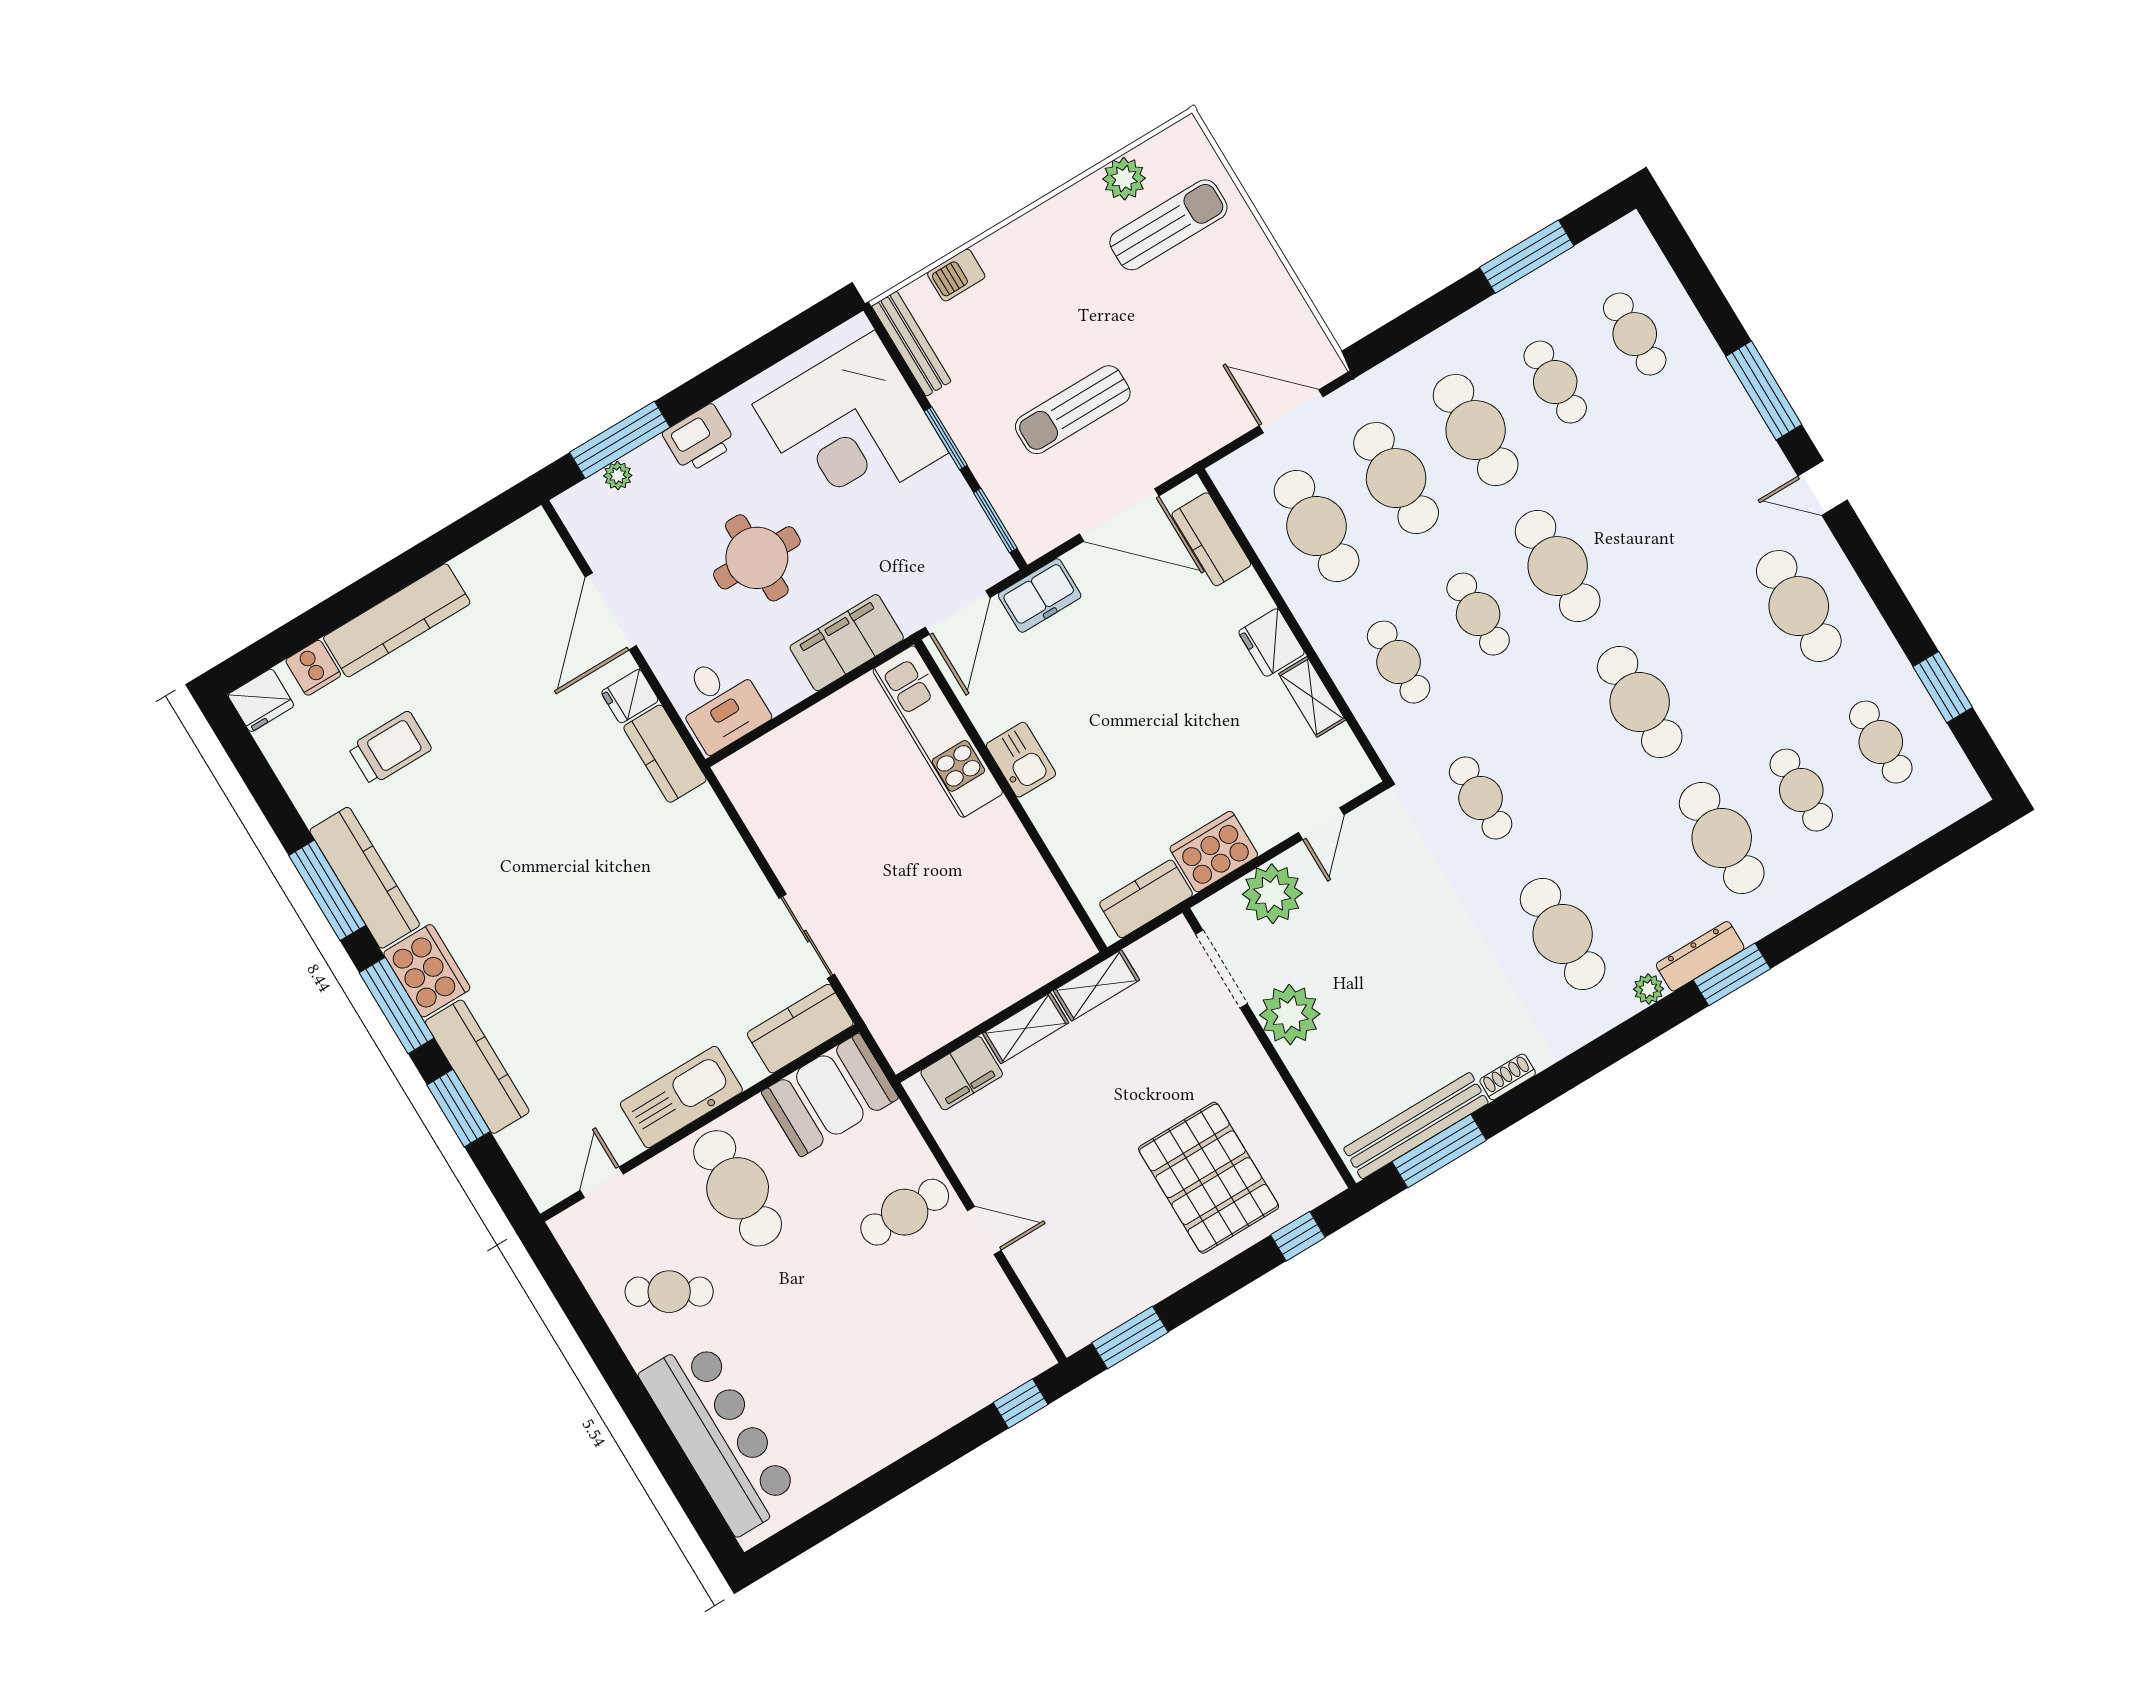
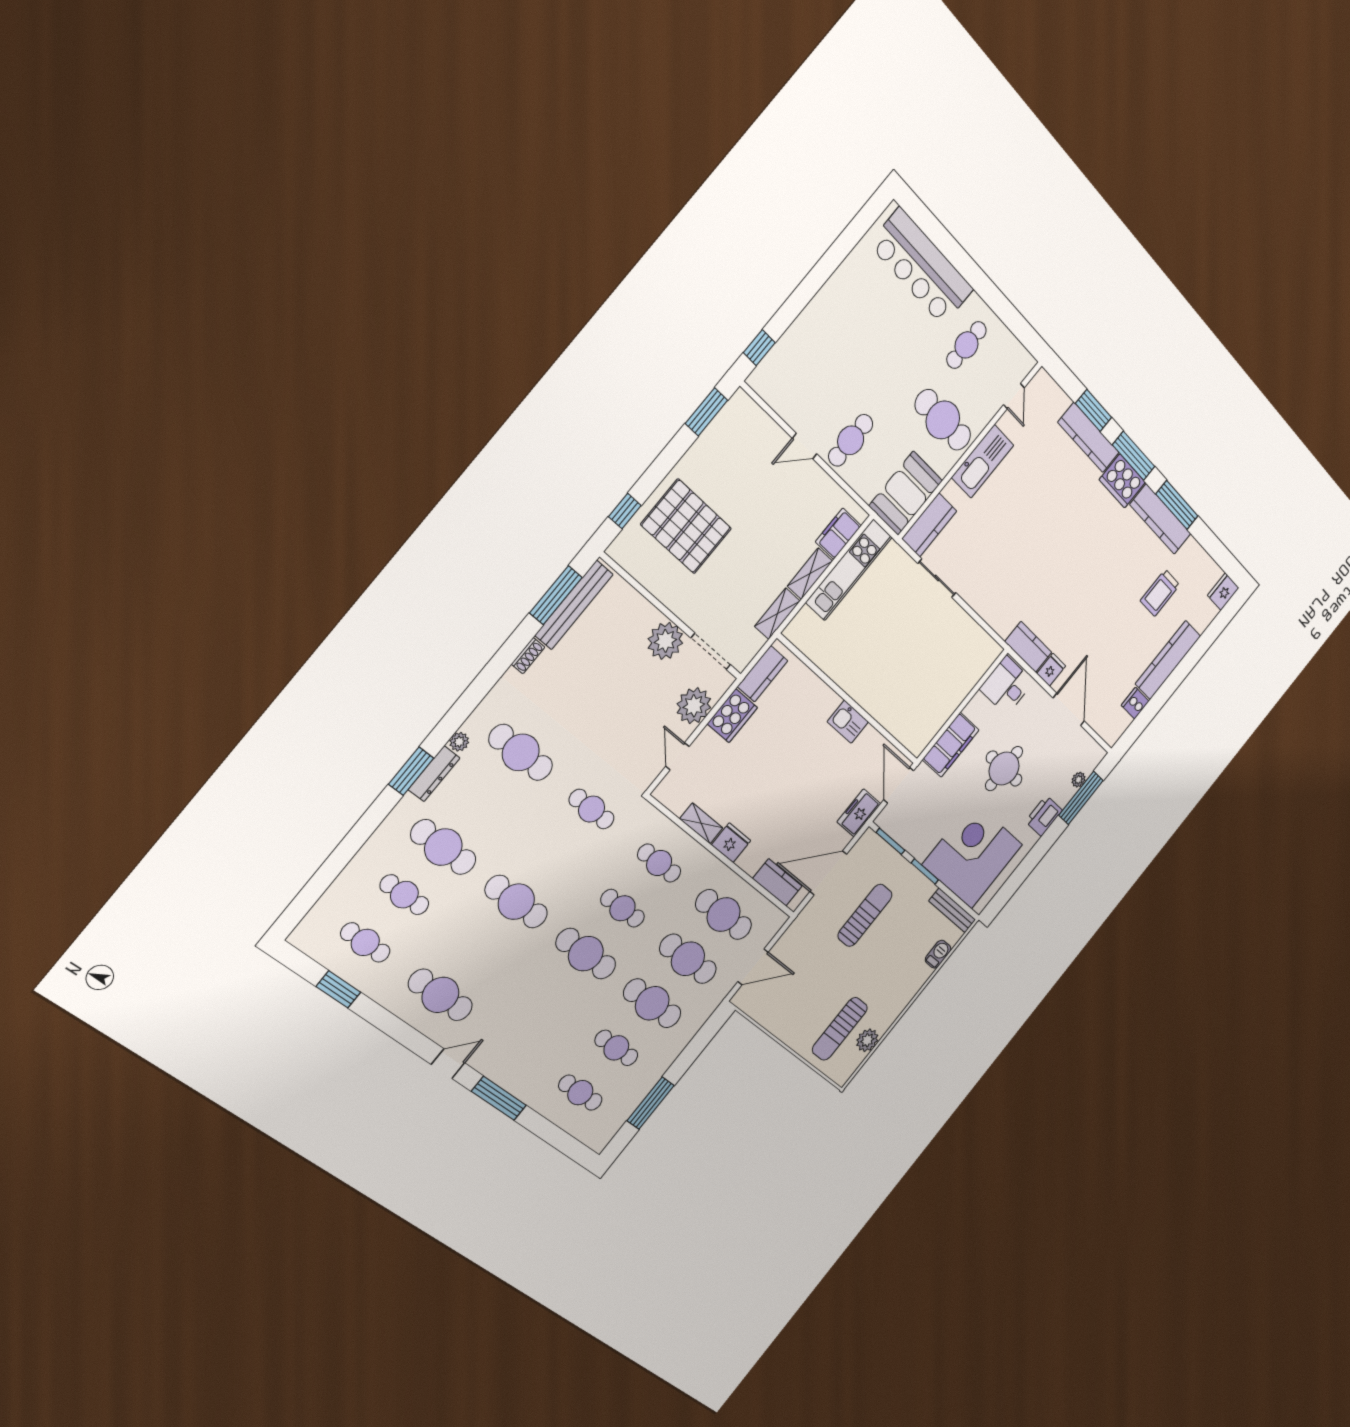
cooker: (313, 668) -> (1135, 703), moved
kitchen unit: (938, 732) -> (849, 570), moved, turned 90
cafe table: (669, 1292) -> (966, 345), turned -31

